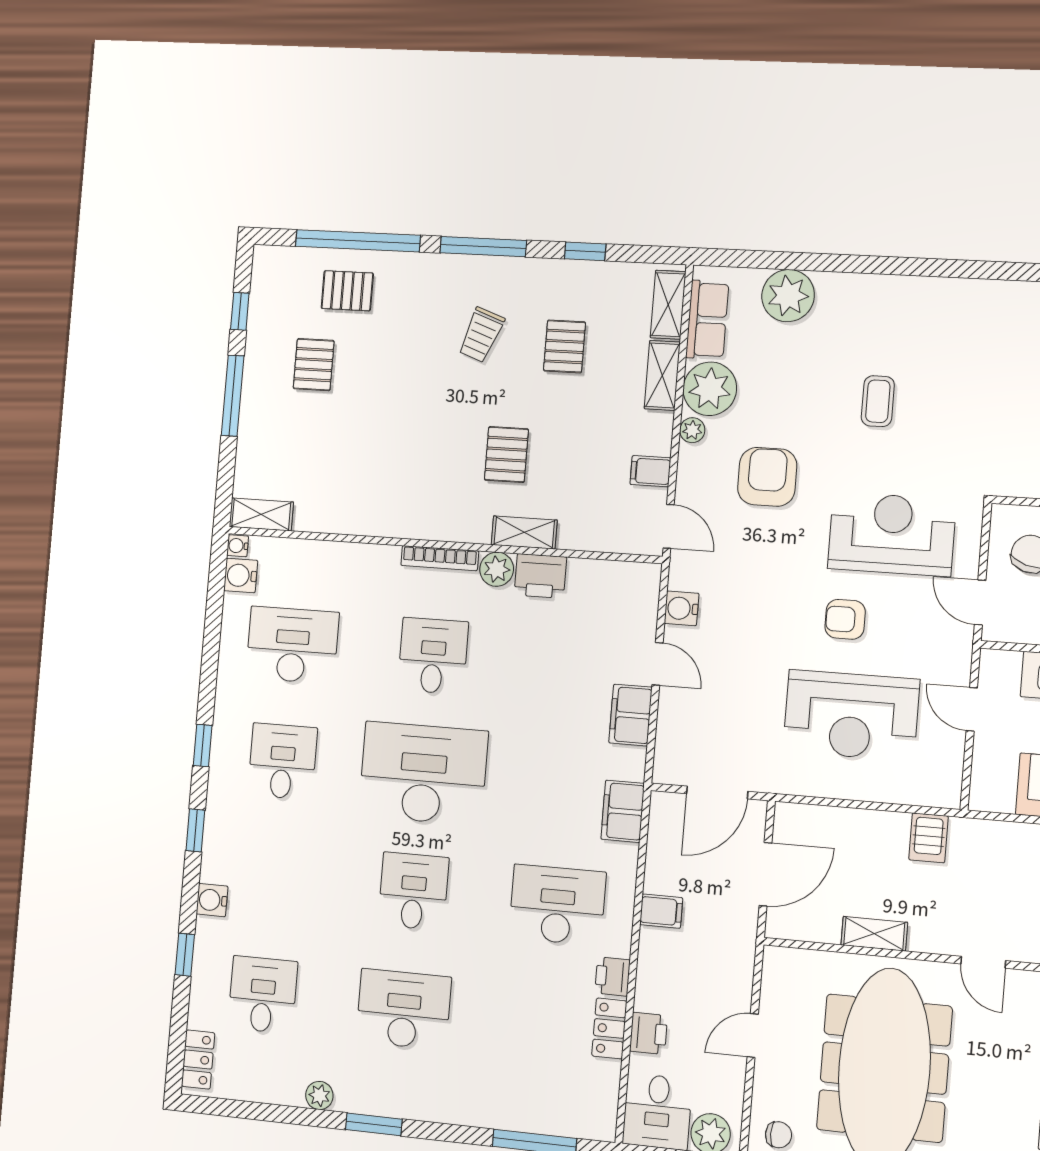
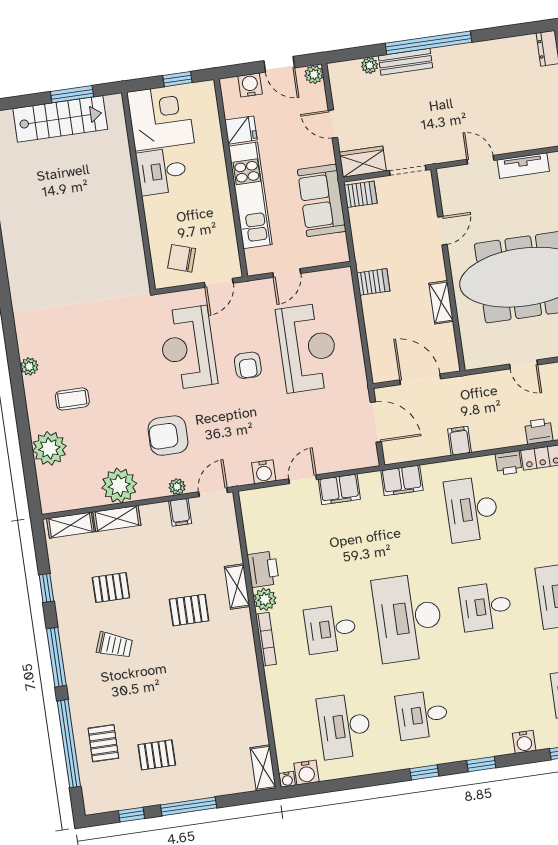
plant: (918, 289) -> (29, 366), added
row of seats: (707, 320) -> (75, 497), removed
coffee table: (878, 401) -> (72, 399), moved
plant: (692, 430) -> (177, 487), moved

